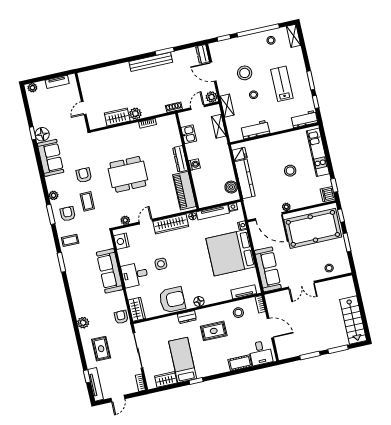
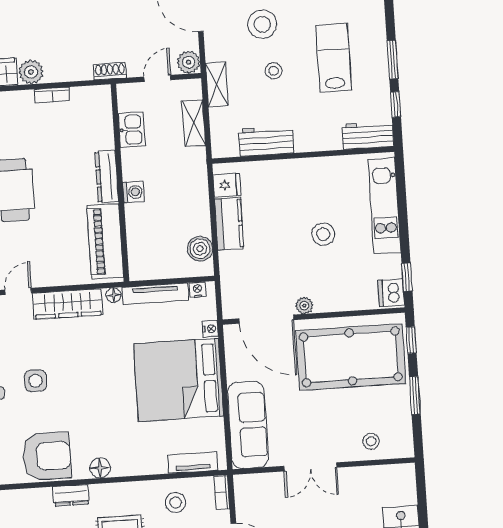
kitchen counter: (245, 179) -> (229, 224), width x0.67

